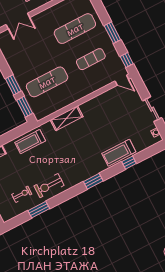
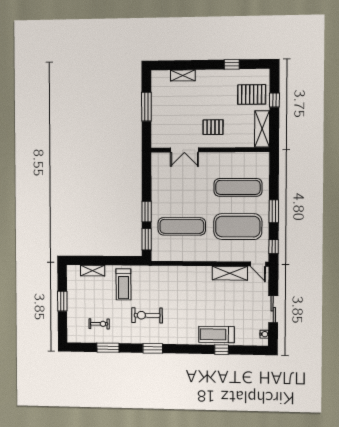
exercise mat: (91, 59) -> (238, 227), width x2.00, depth x1.45
shelving: (67, 118) -> (230, 273), moved
treadmill: (30, 142) -> (124, 284), moved, turned -90
window: (93, 181) -> (153, 348), moved
exercise bike: (49, 186) -> (147, 315), moved

